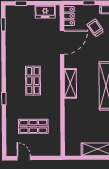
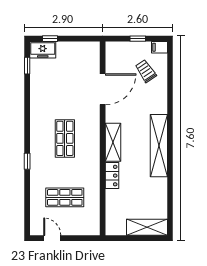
freezer: (45, 12) -> (43, 50), moved
locker: (69, 16) -> (112, 176), moved

